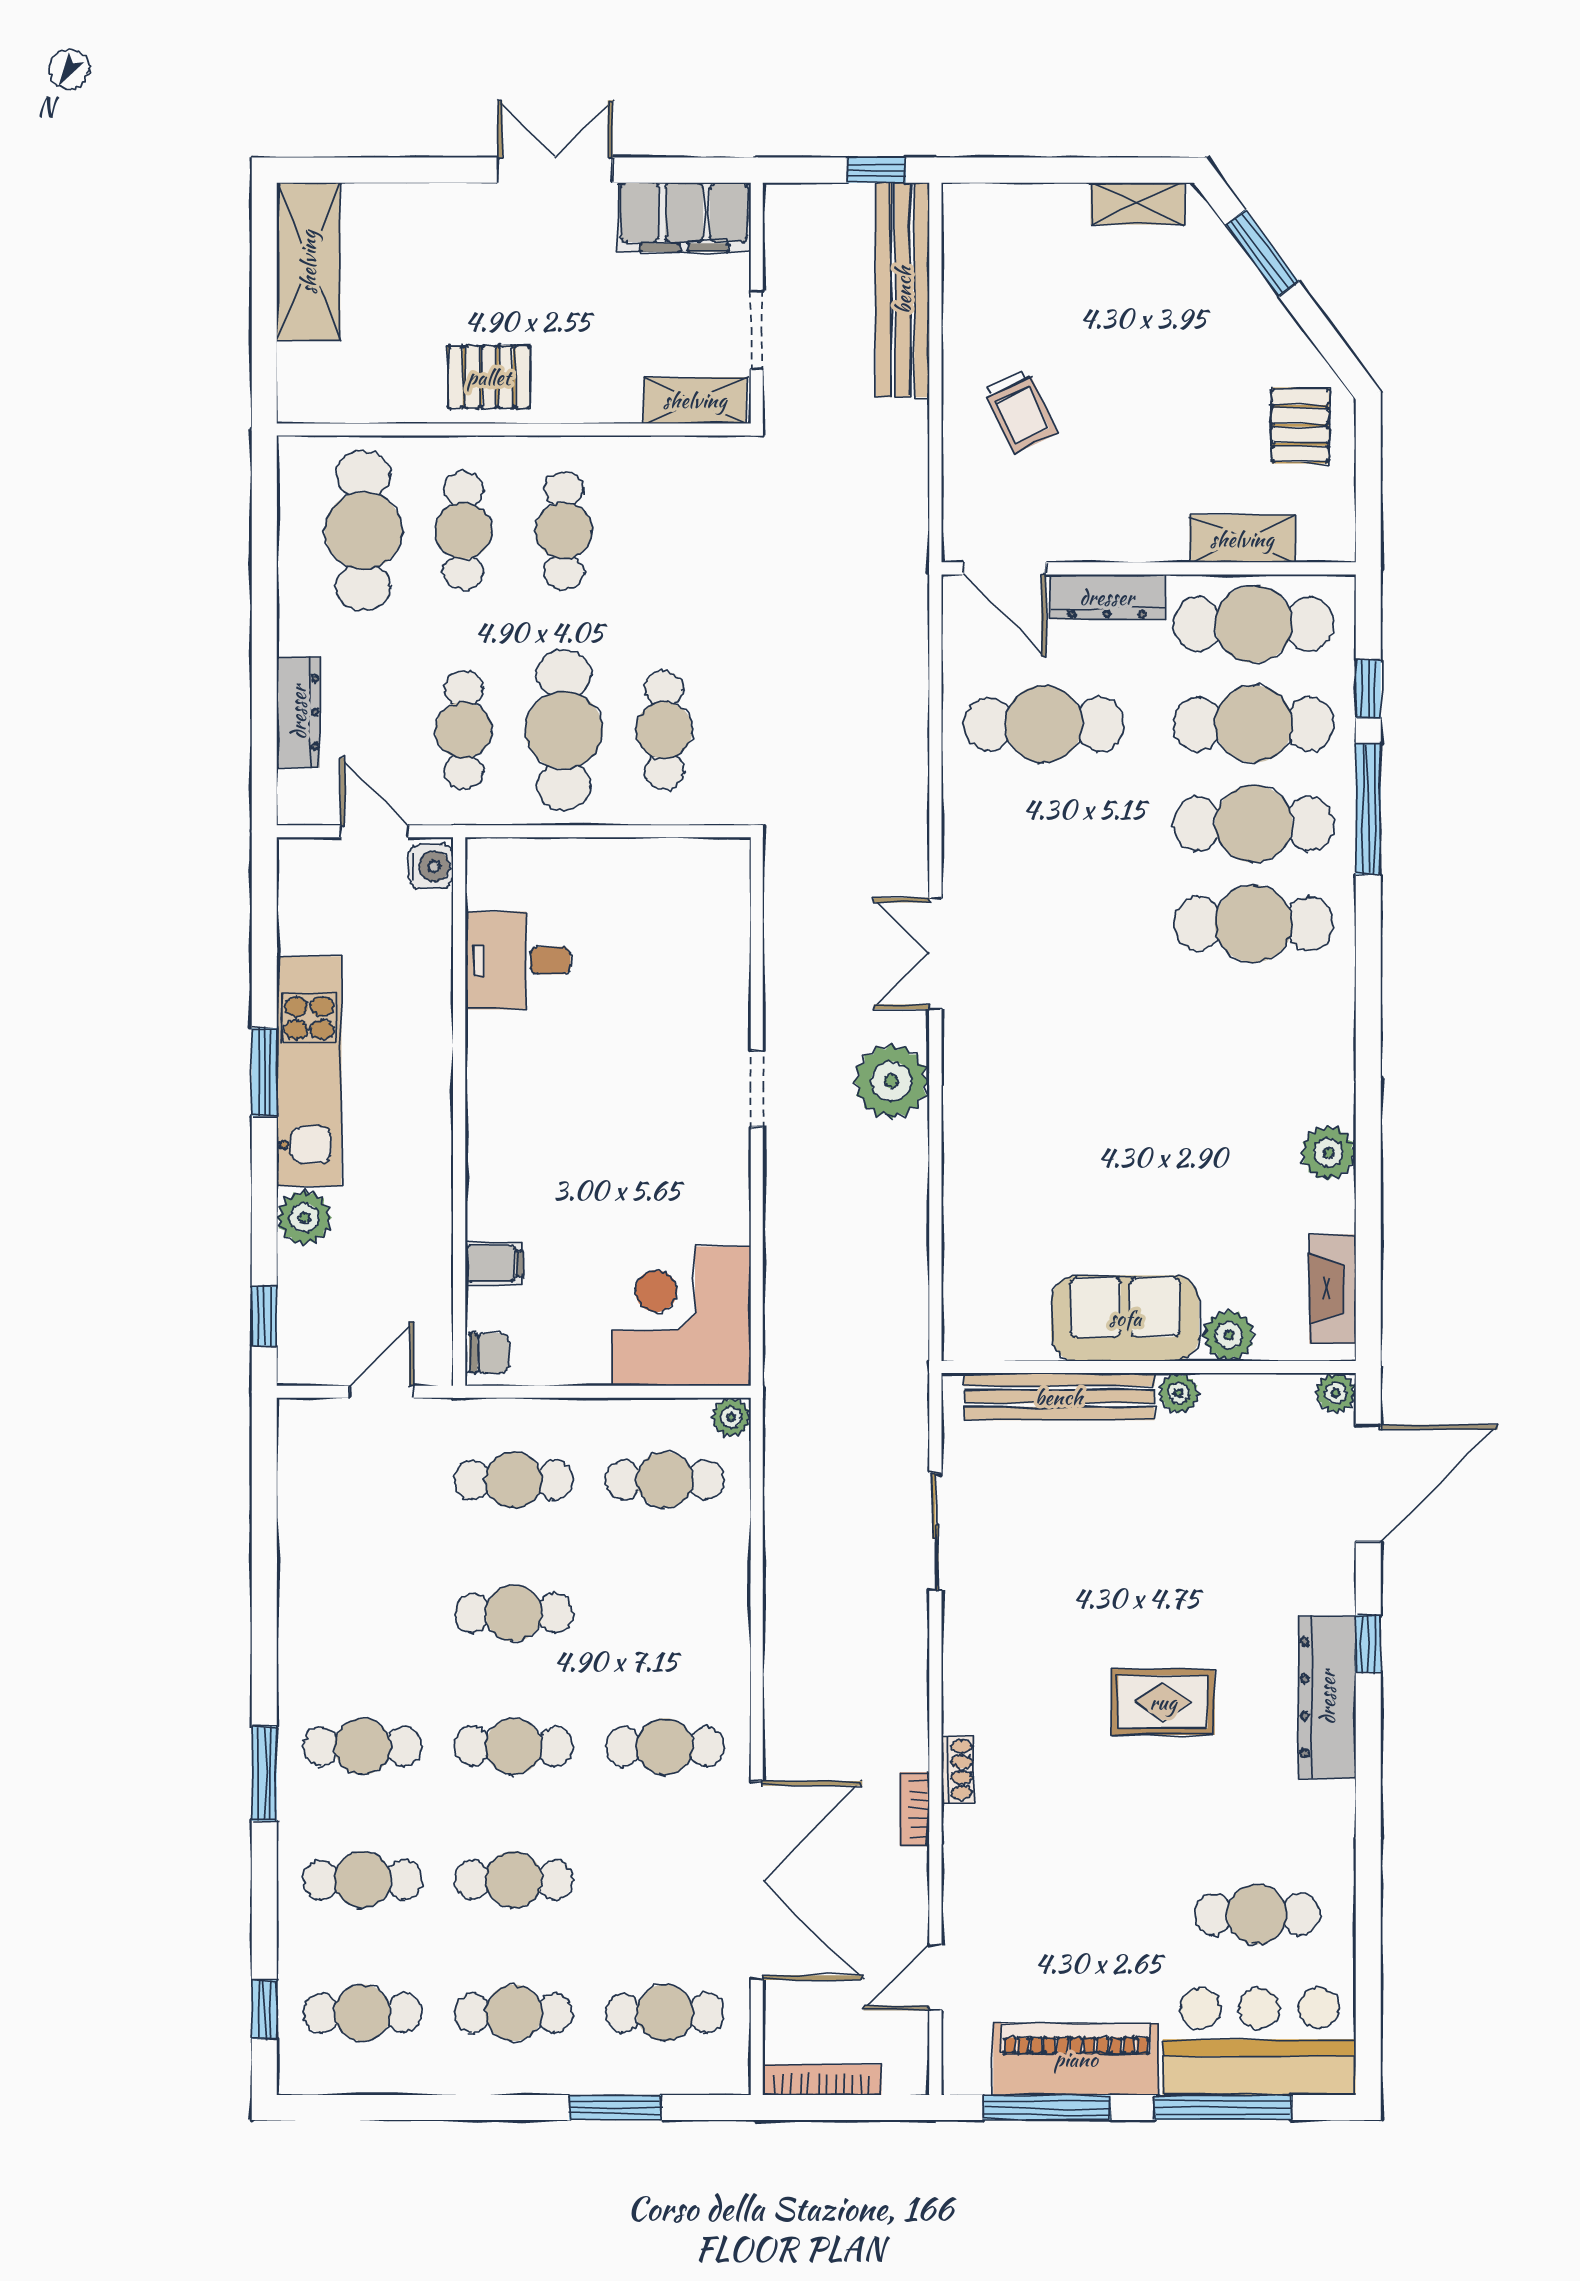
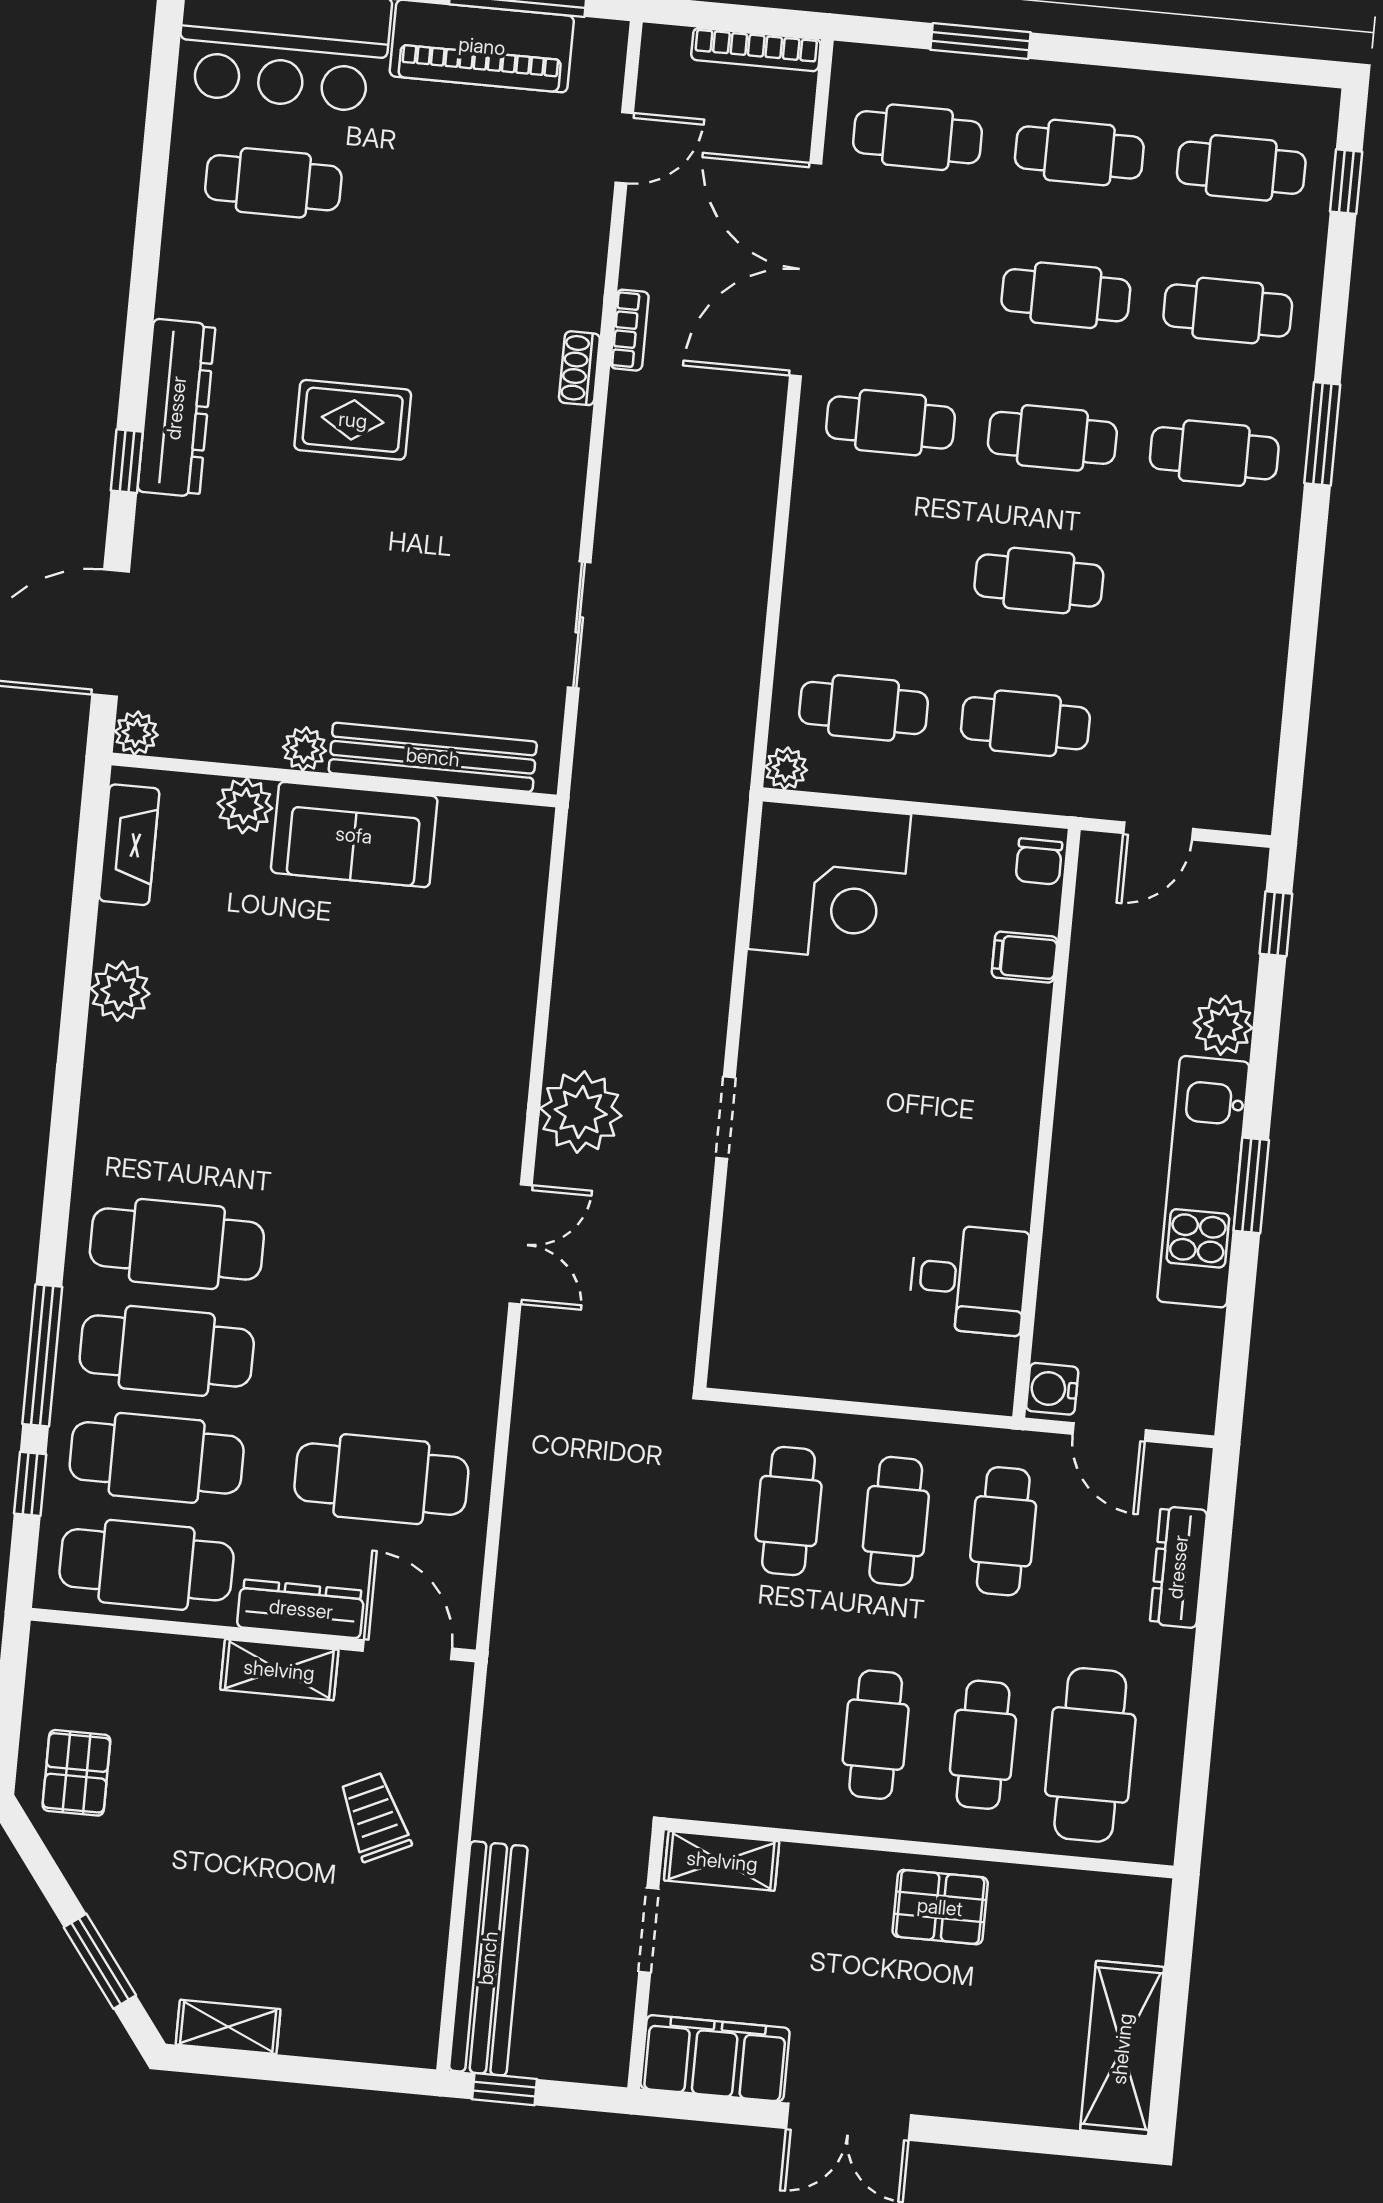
shelving: (1242, 539) -> (279, 1670), moved
cafe table: (564, 730) -> (896, 1521), width x0.73, depth x0.74
chair: (489, 1353) -> (1039, 861), turned -90

